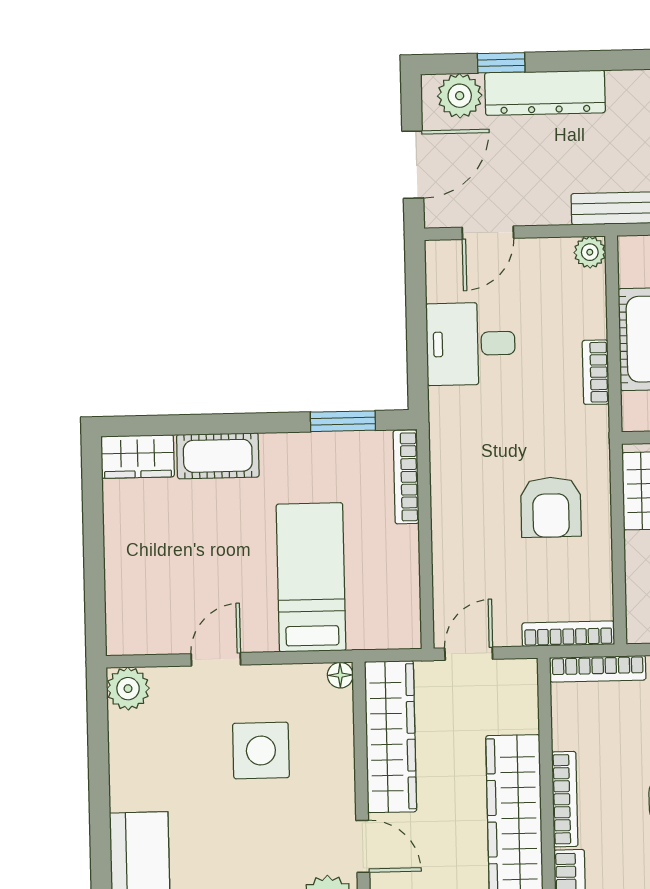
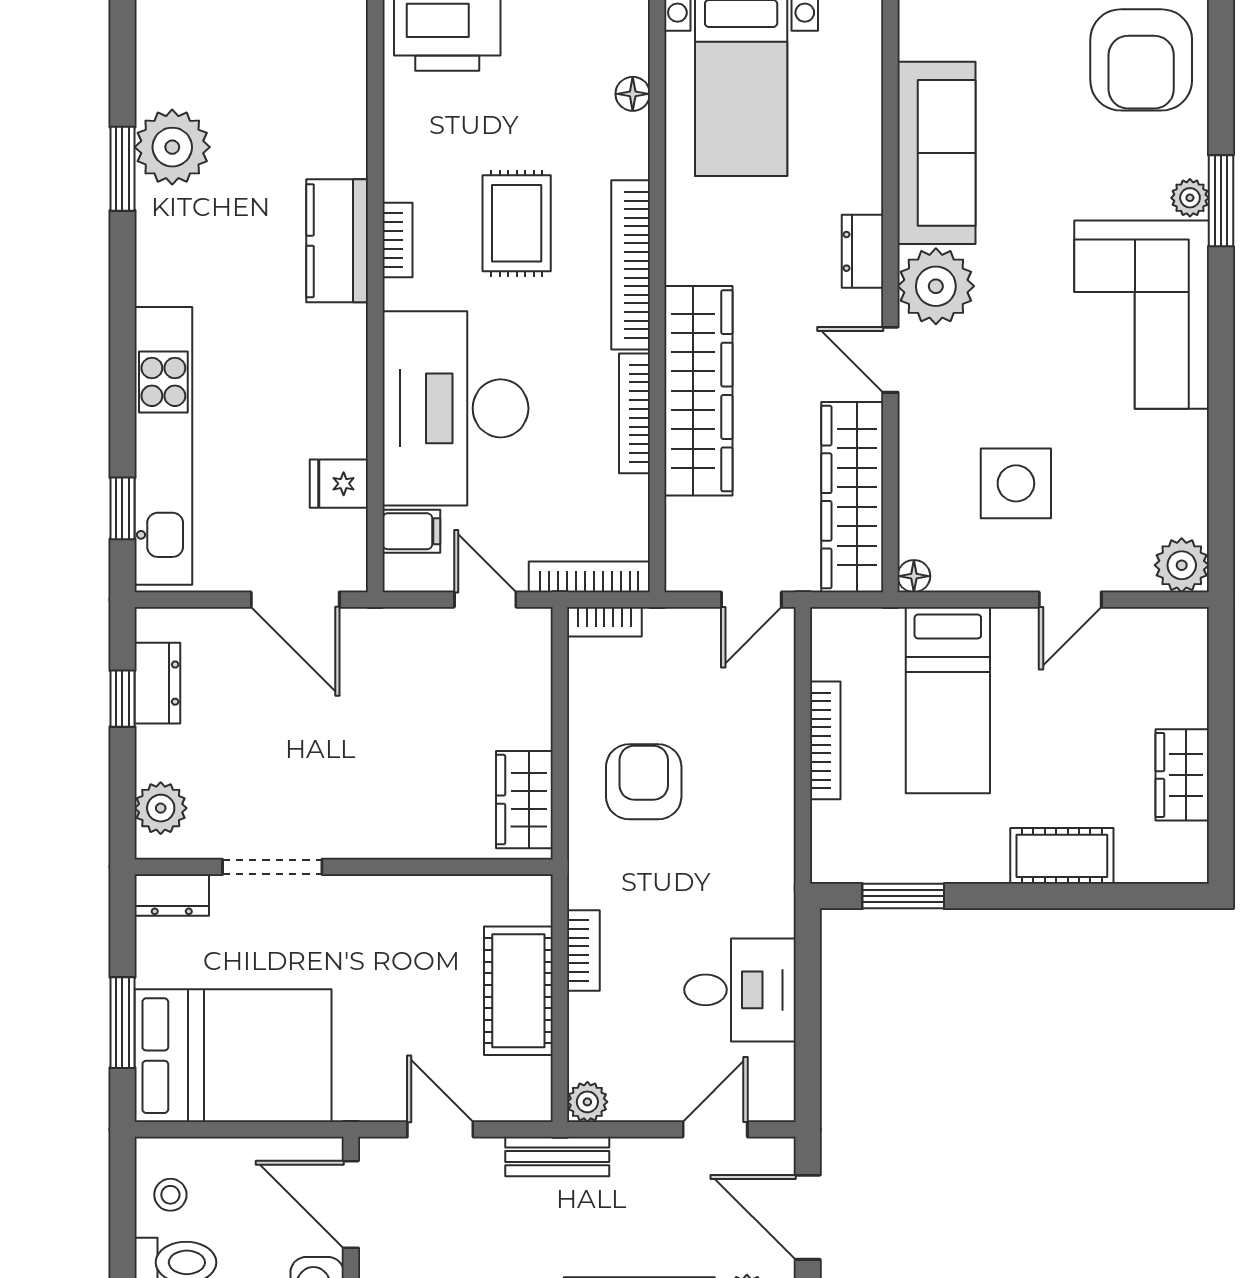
door: (413, 165) -> (808, 1217), hinge flipped
wardrobe: (138, 457) -> (1182, 775), moved, turned -90
bookcase: (406, 477) -> (825, 740), moved
bookcase: (568, 634) -> (604, 622), width x0.64

